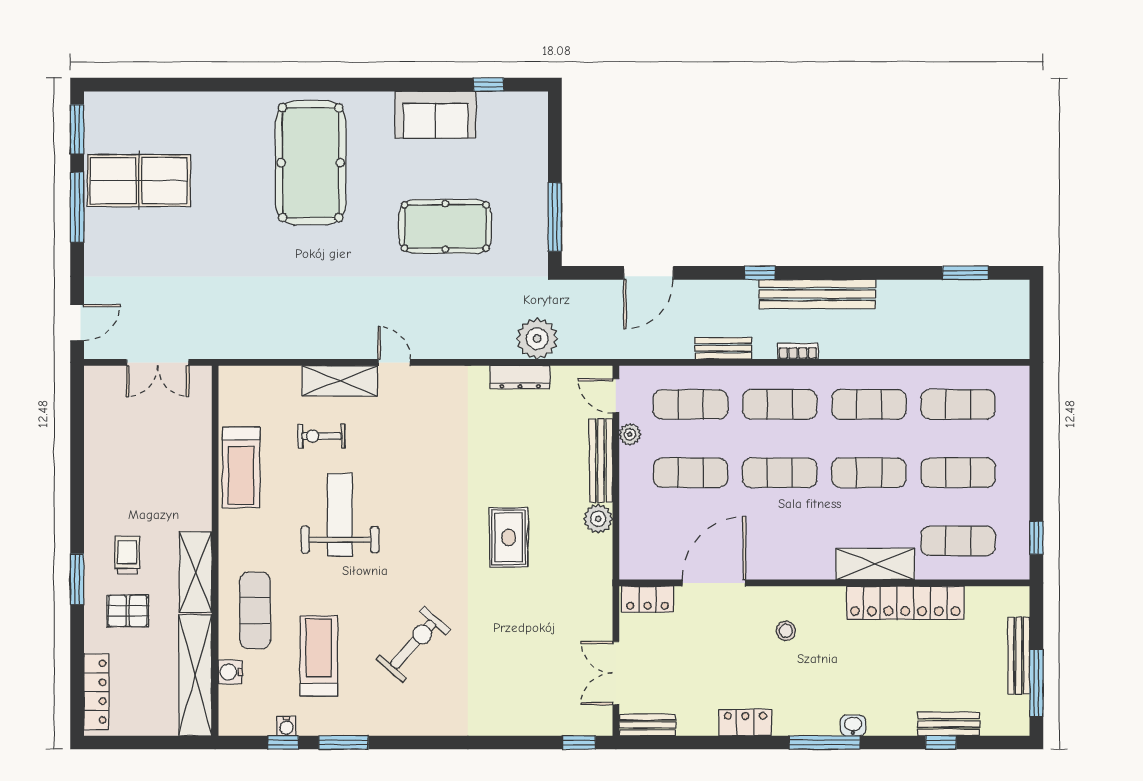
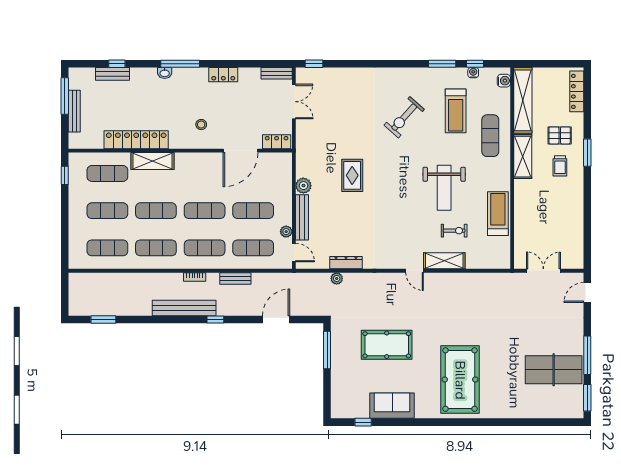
plant: (537, 339) -> (337, 278), width x0.53, depth x0.53
water cooler: (230, 672) -> (504, 81), moved

